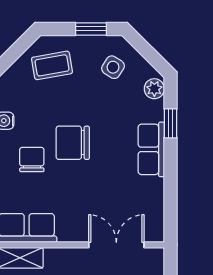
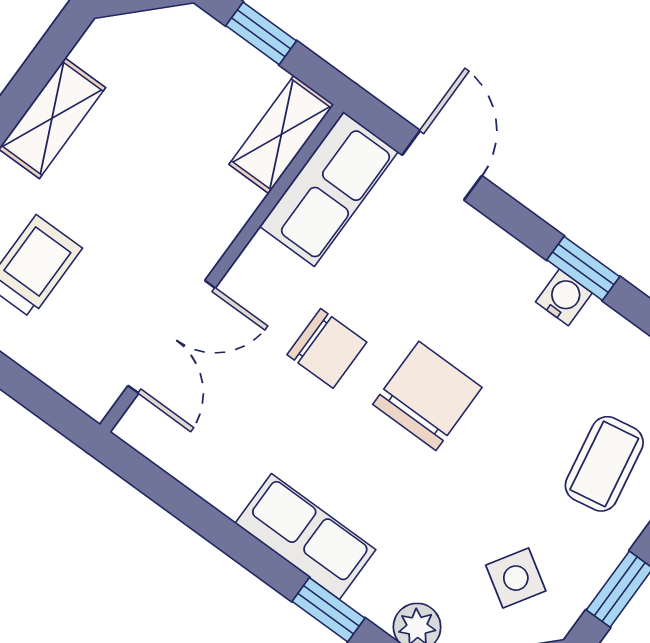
chair: (32, 160) -> (327, 348), moved

